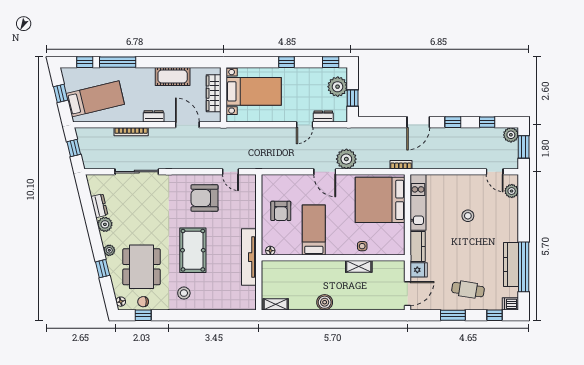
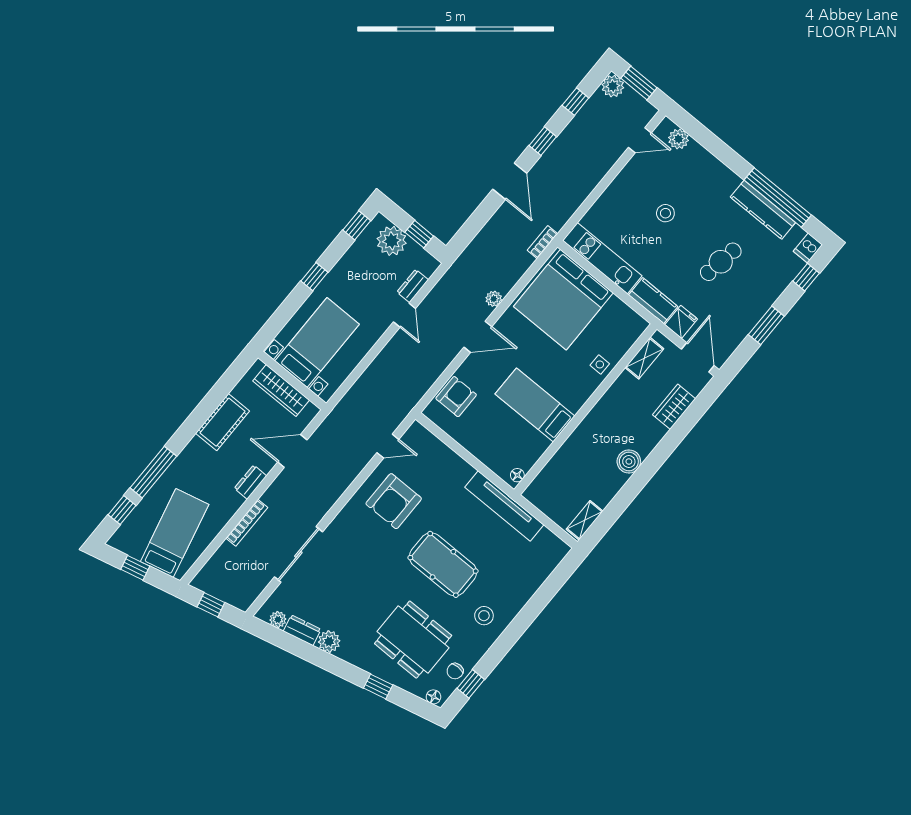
plant: (346, 159) -> (494, 299), width x0.53, depth x0.53
armchair: (281, 211) -> (456, 397), moved, turned -90
plant: (109, 250) -> (278, 619), moved
shelving: (359, 266) -> (644, 358), moved
cafe table: (468, 290) -> (721, 262), moved
wardrobe: (372, 302) -> (674, 407), added

